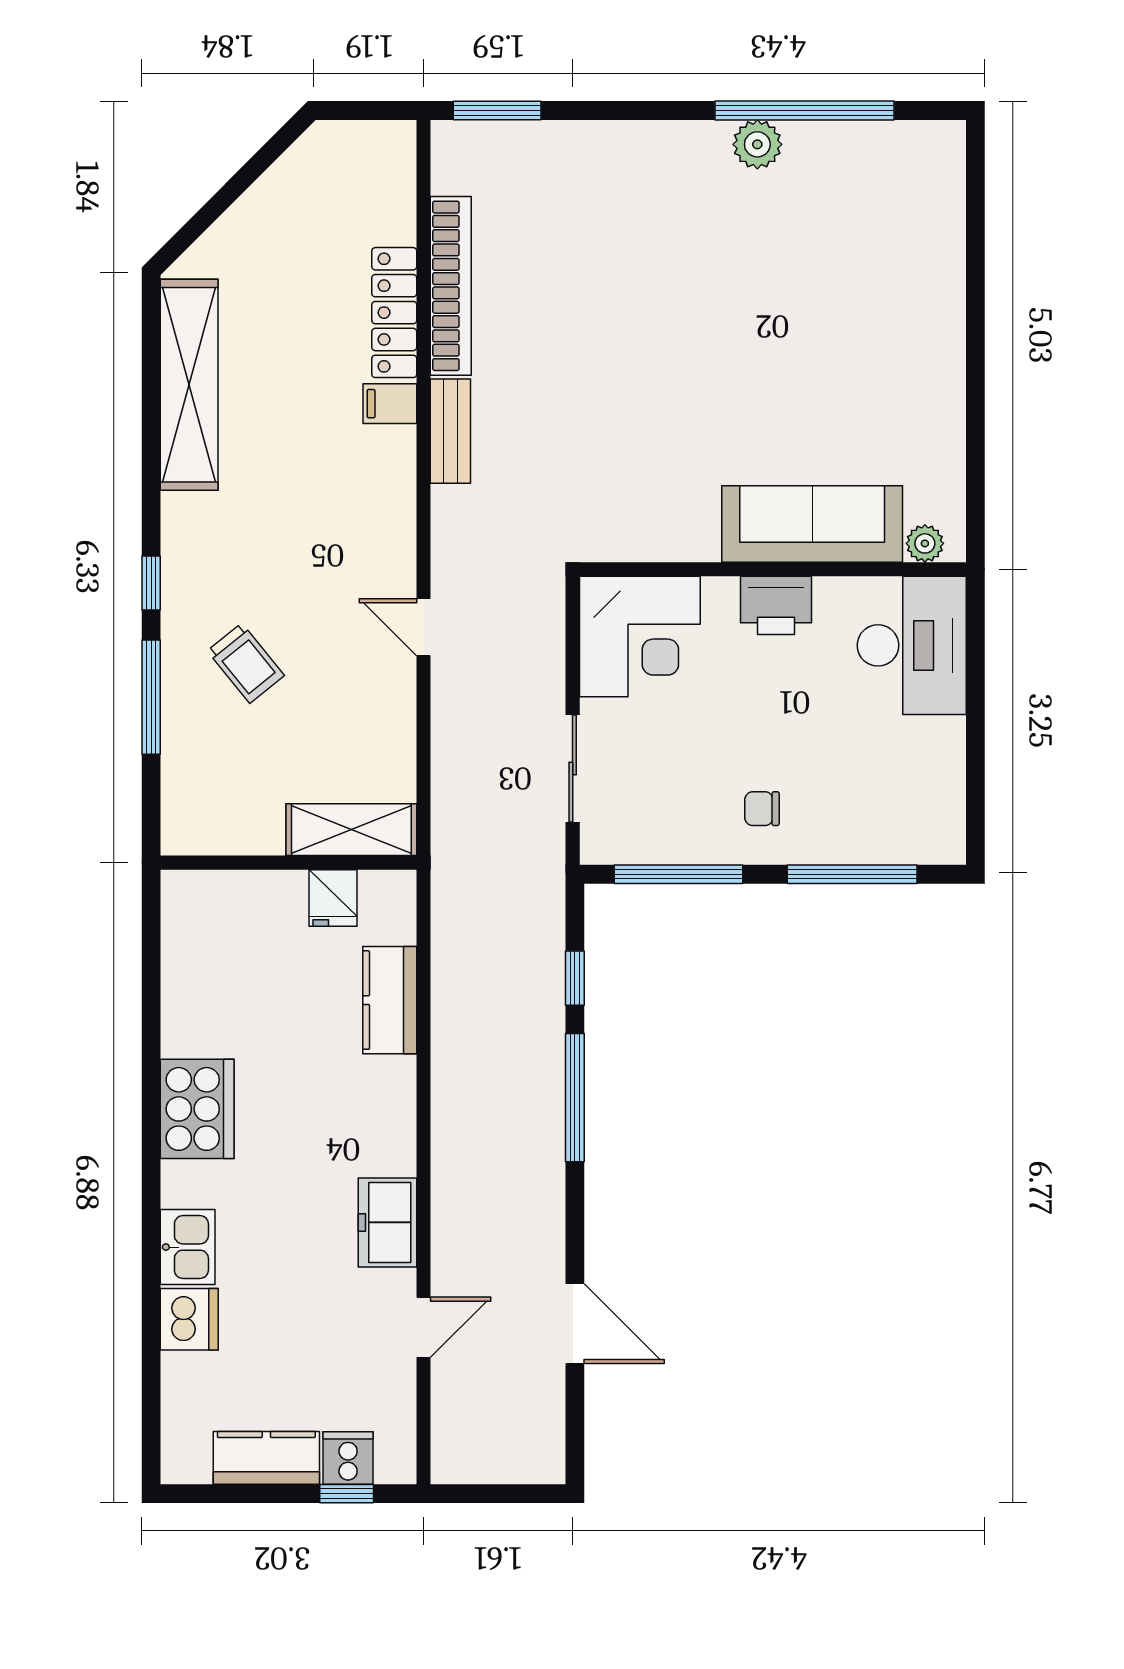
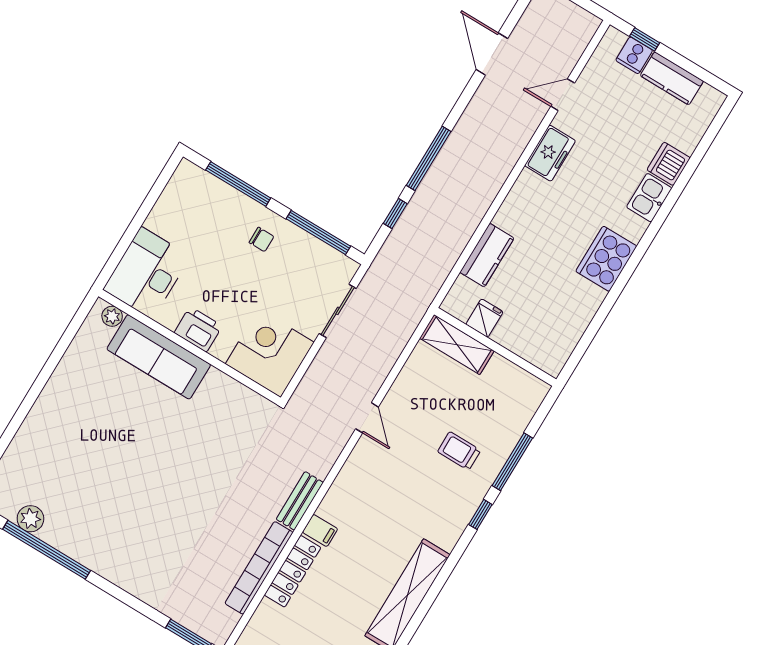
plant: (757, 144) -> (30, 519), moved
trolley: (246, 663) -> (459, 451), turned -51

